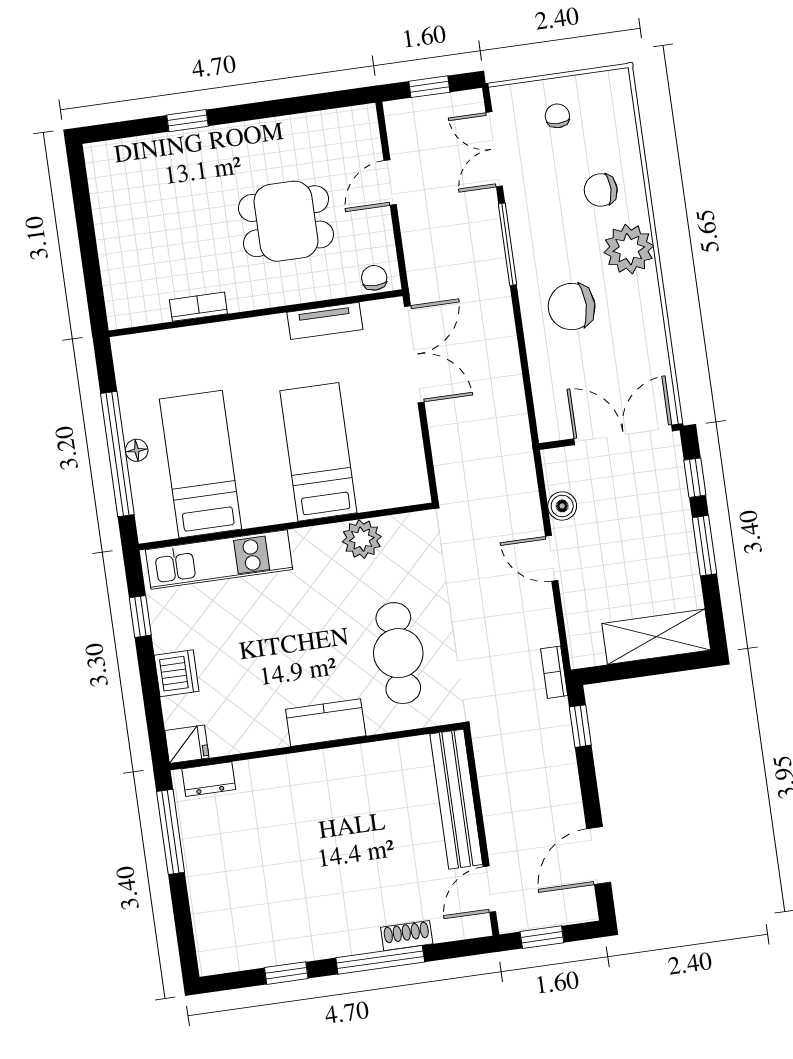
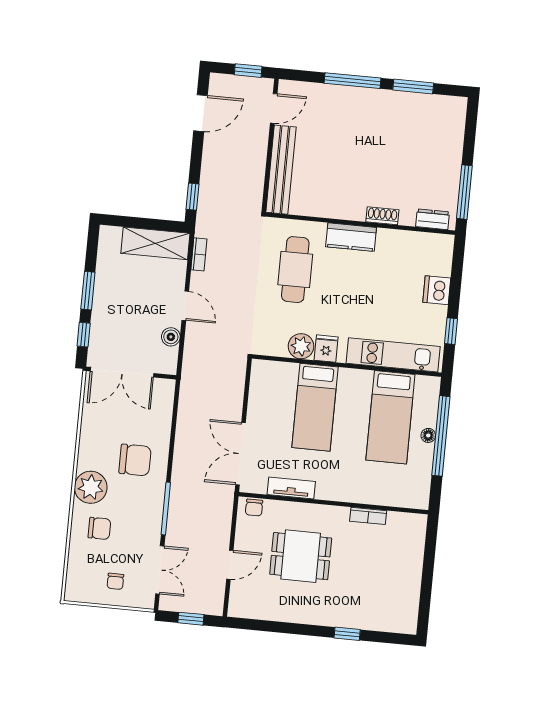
shelving: (656, 637) -> (155, 243), moved
bookcase: (554, 672) -> (199, 254), moved
fridge: (187, 744) -> (326, 349), moved, turned 90
shoe rack: (407, 936) -> (382, 216), moved, turned 180
window: (286, 973) -> (413, 86), width x1.50

